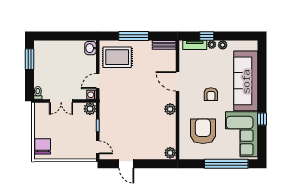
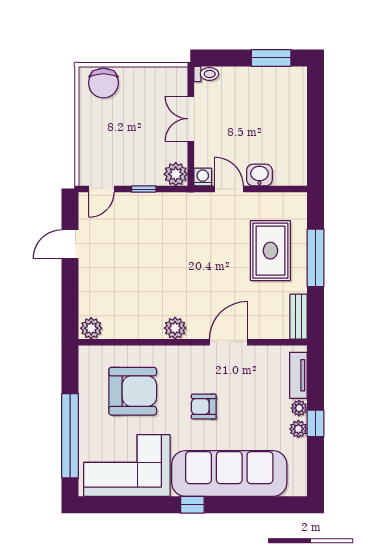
window: (207, 36) -> (315, 423), moved
washbasin: (90, 48) -> (259, 175), moved
rug: (117, 57) -> (270, 251), moved
window: (262, 119) -> (192, 505), moved
chair: (43, 146) -> (103, 83), turned 90

